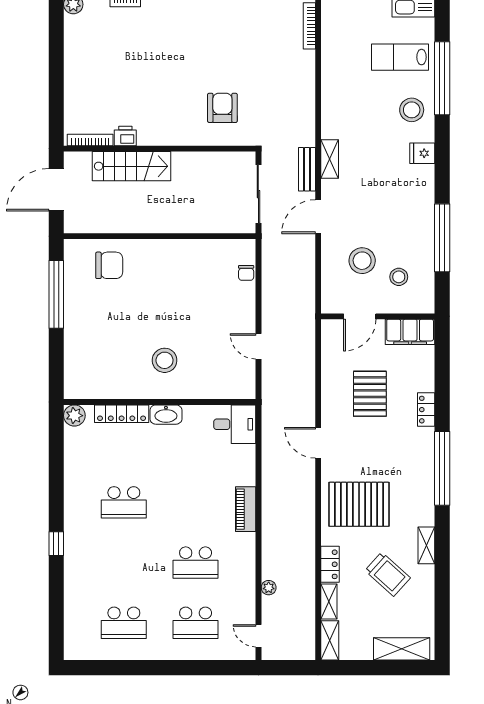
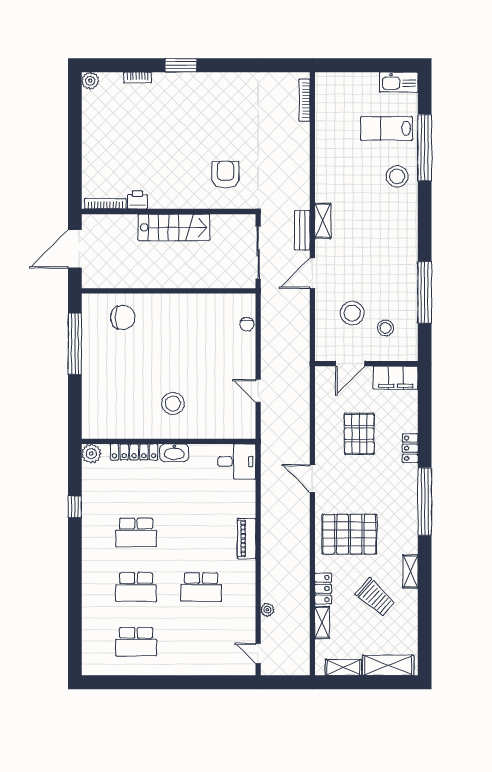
fridge: (422, 153) -> (407, 216), removed
stairs: (132, 166) -> (174, 227), moved
window: (56, 544) -> (75, 507), moved
school desk: (196, 623) -> (136, 587), moved
shelving: (330, 640) -> (343, 667), moved, turned 90

